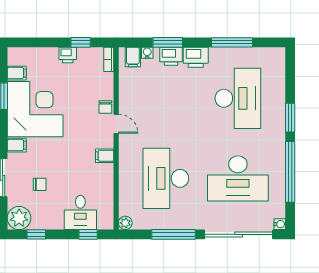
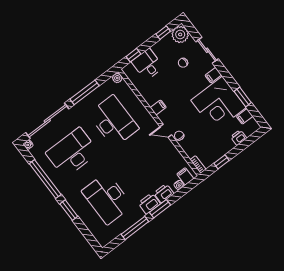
window: (168, 42) -> (160, 209), moved
printer: (68, 55) -> (239, 138), moved

